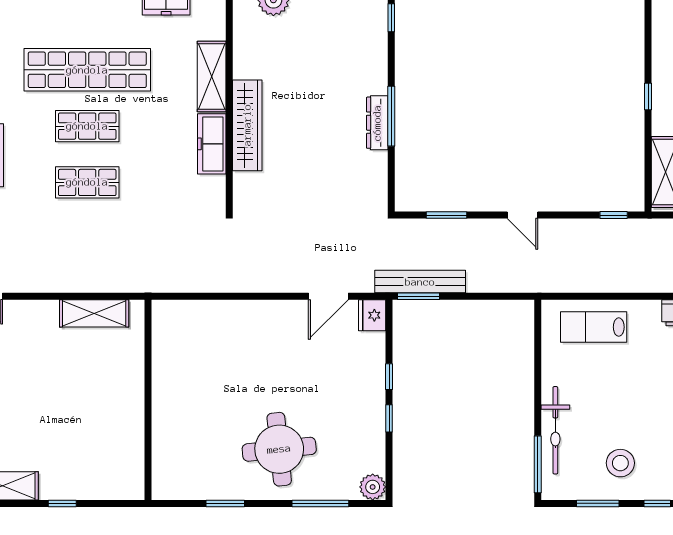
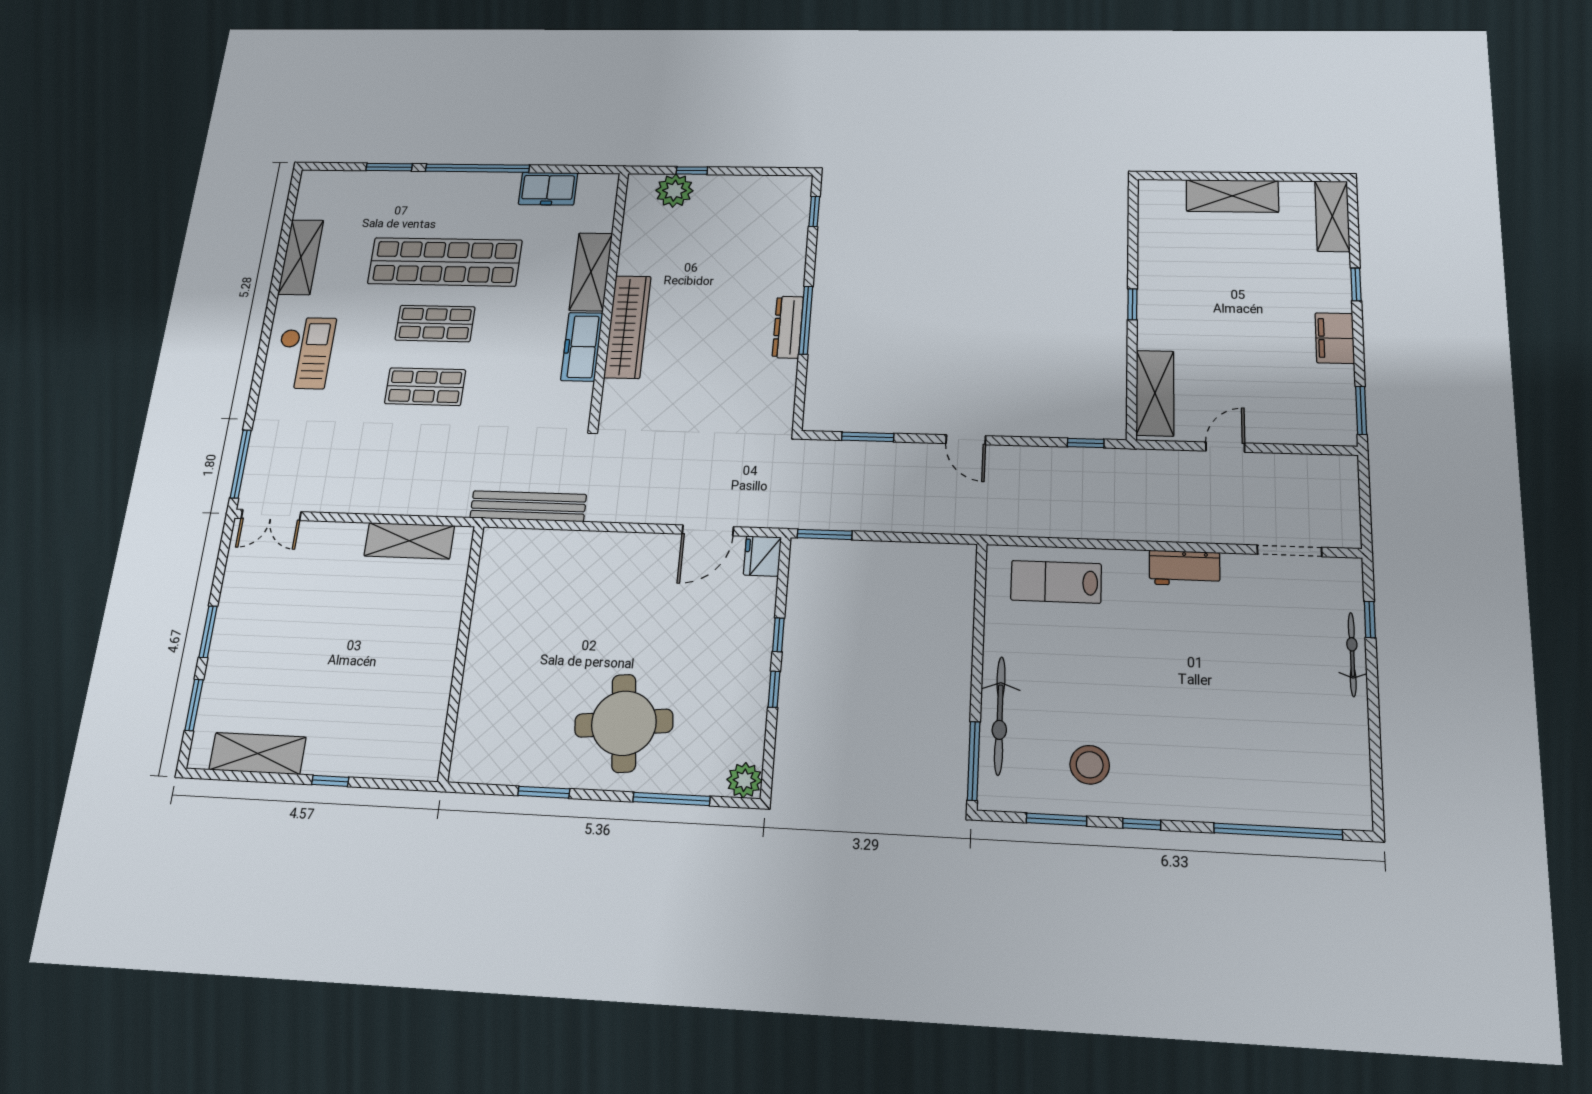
bench: (420, 282) -> (528, 506), moved

